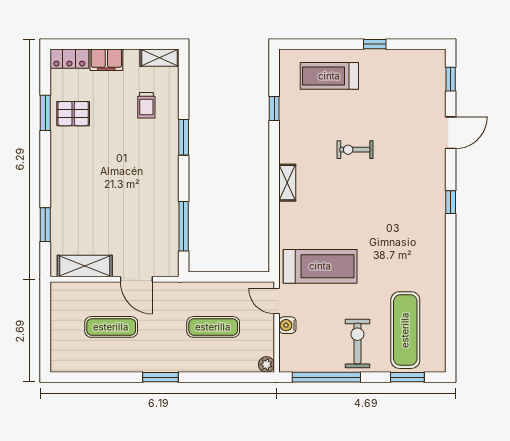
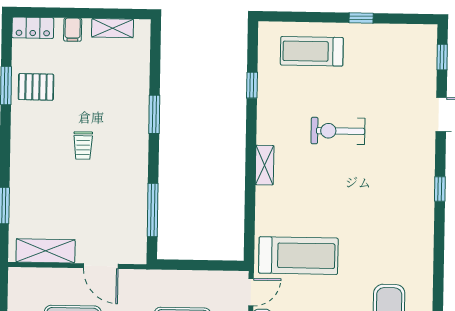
shelving: (160, 58) -> (113, 28), moved
filing cabinet: (106, 60) -> (73, 30), width x0.50
trolley: (146, 105) -> (83, 146), moved
exercise bike: (355, 150) -> (338, 131), width x1.38, depth x1.39
door: (277, 301) -> (251, 292), swing flipped

